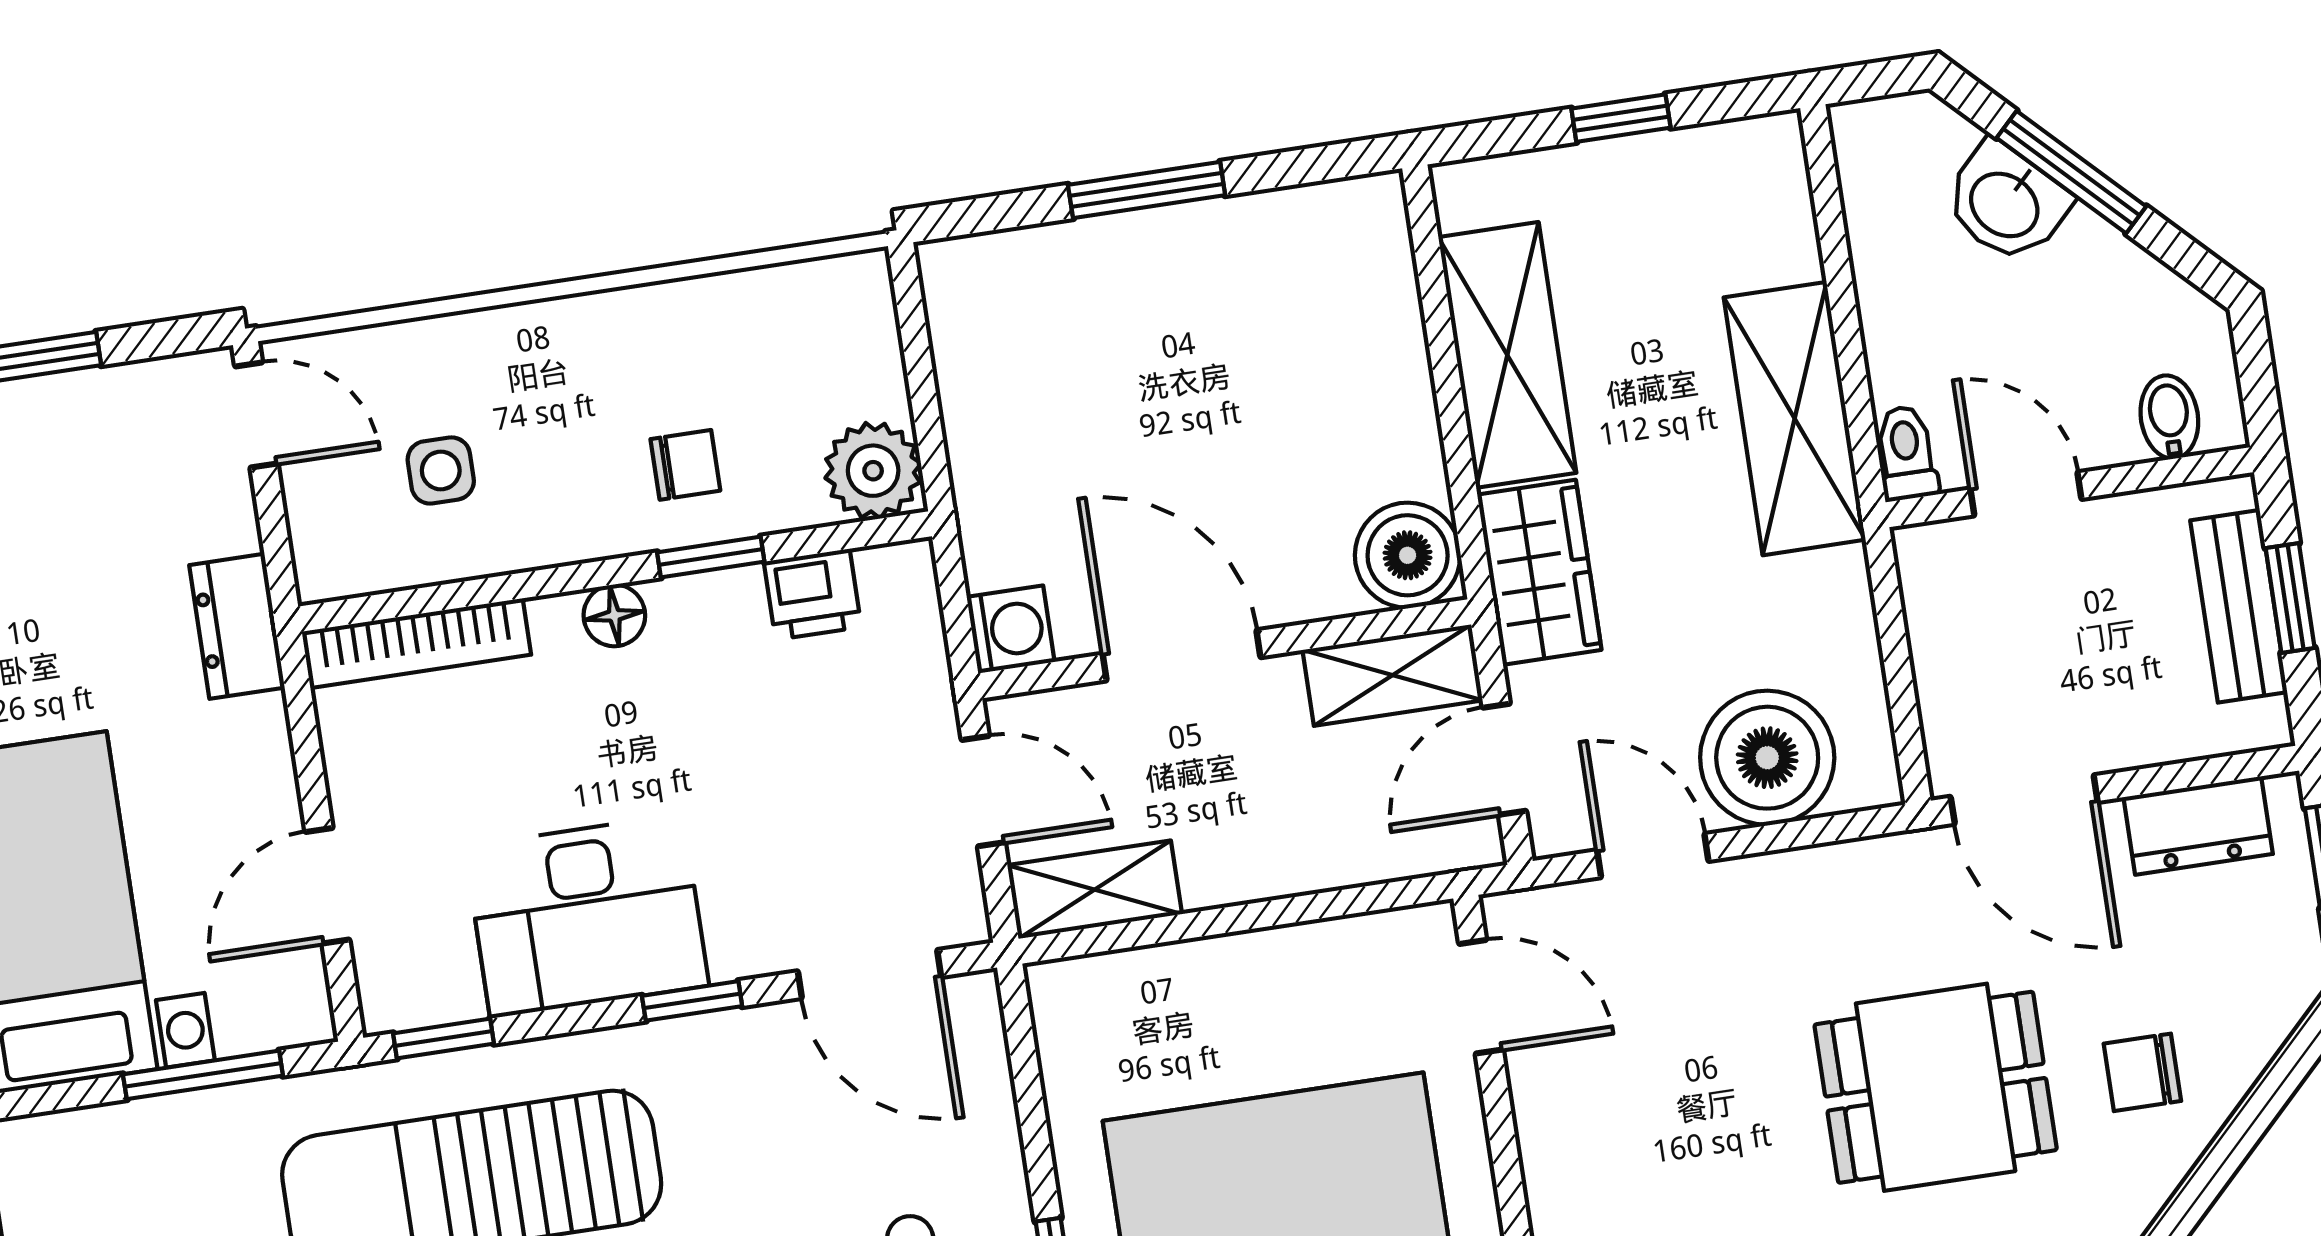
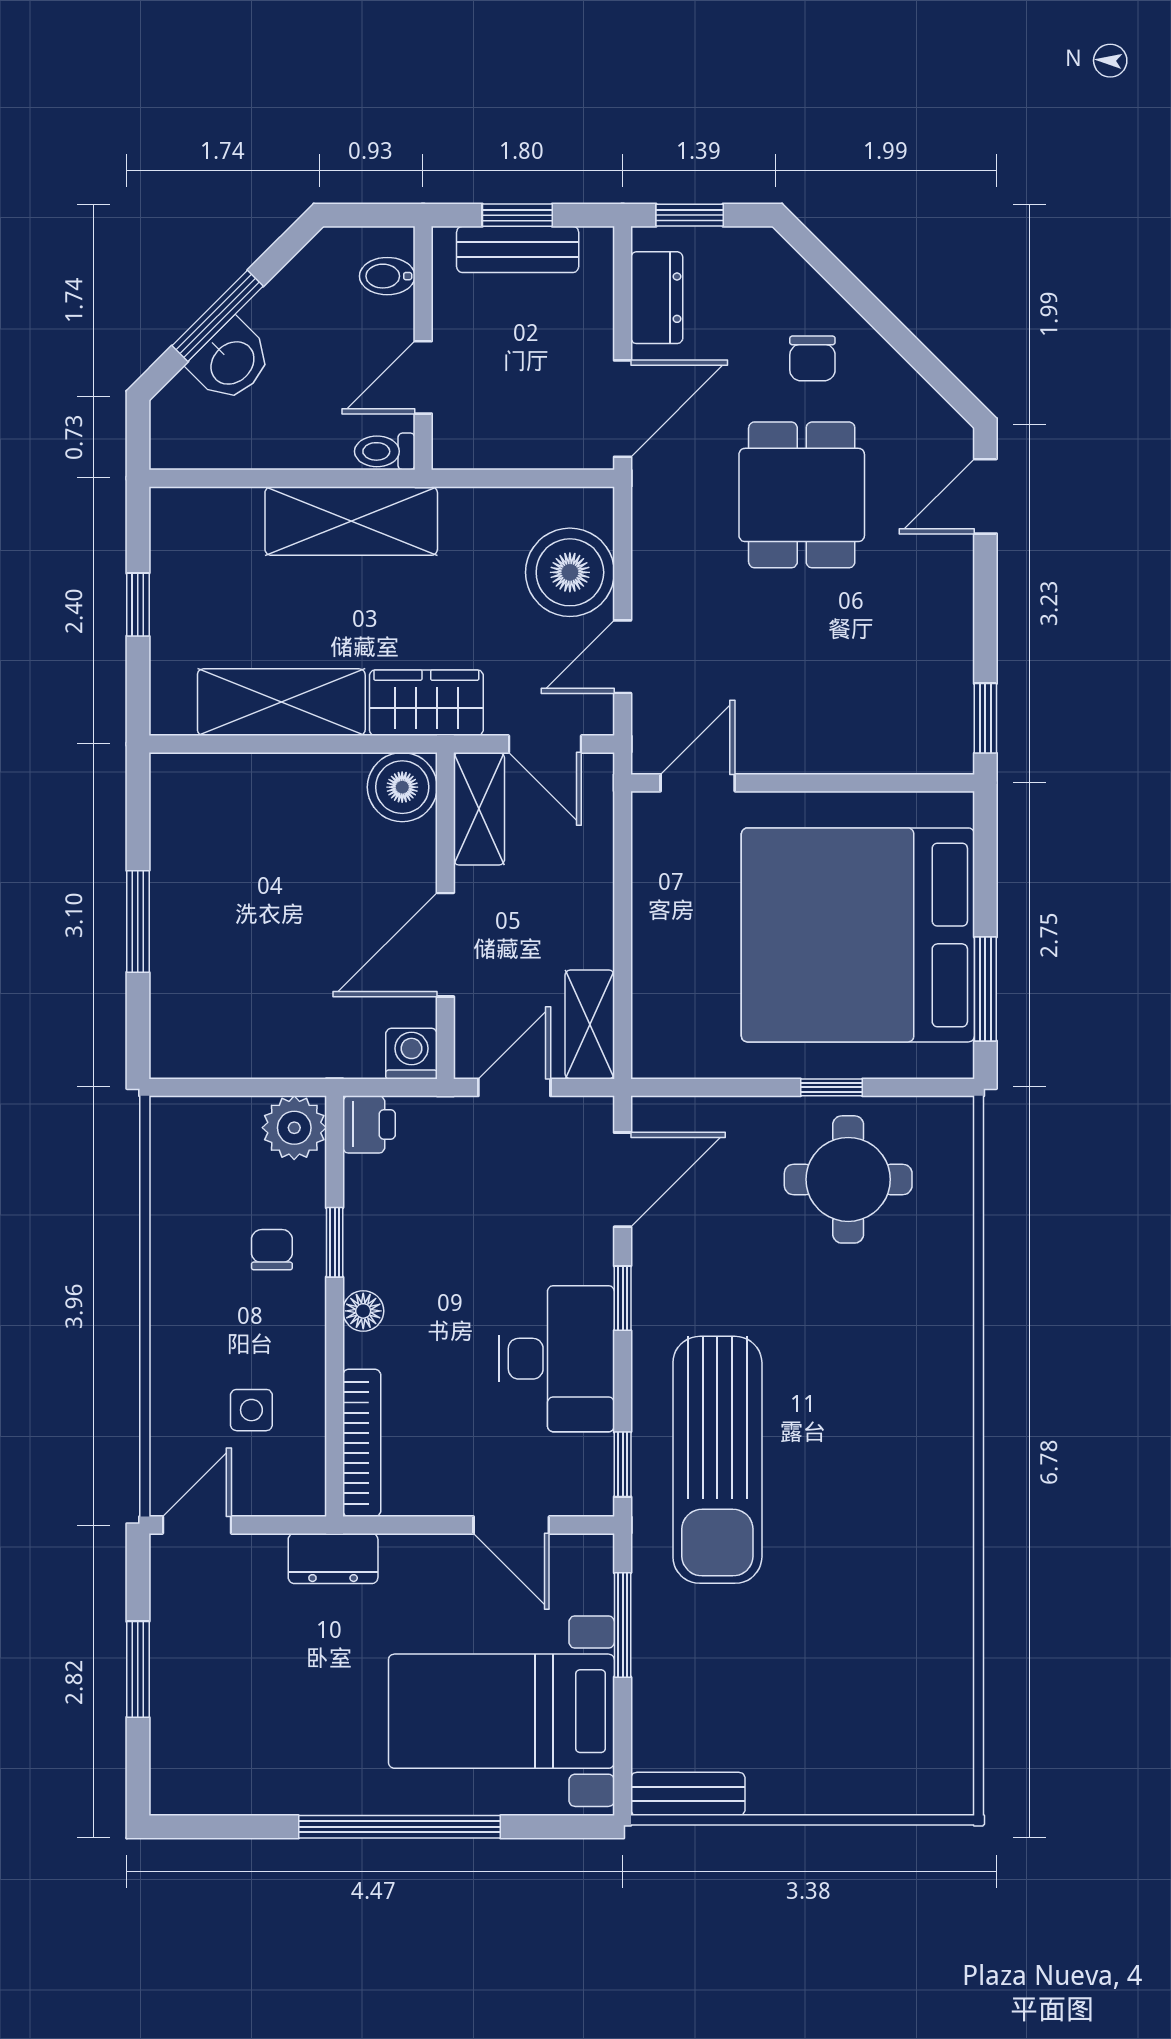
printer: (813, 594) -> (369, 1124), moved

